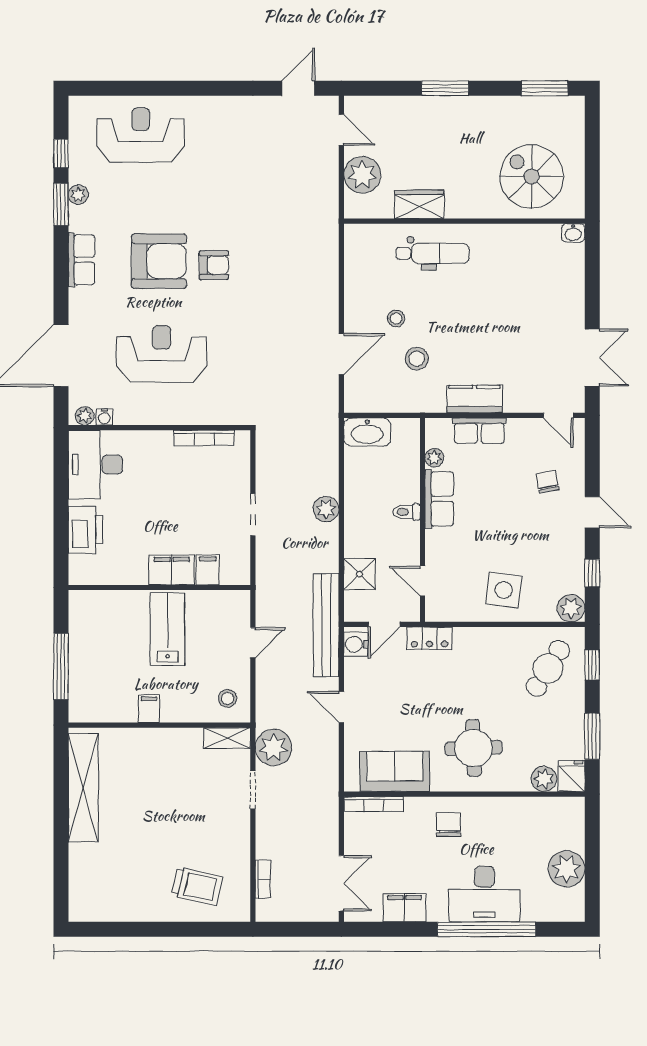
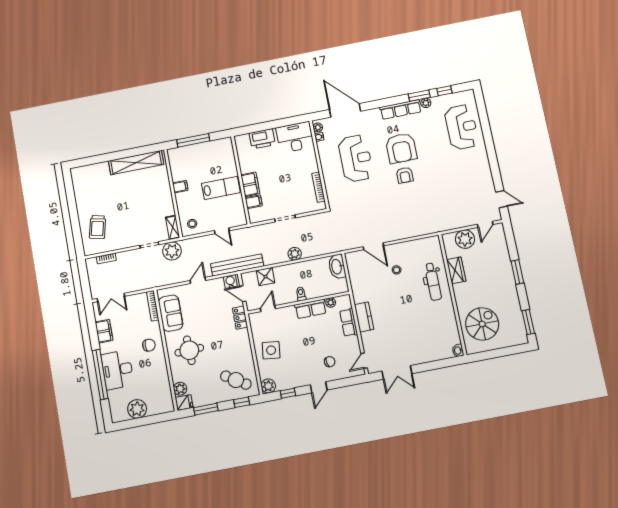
row of seats: (81, 260) -> (401, 109), width x1.48
stool: (417, 359) -> (379, 284), removed

